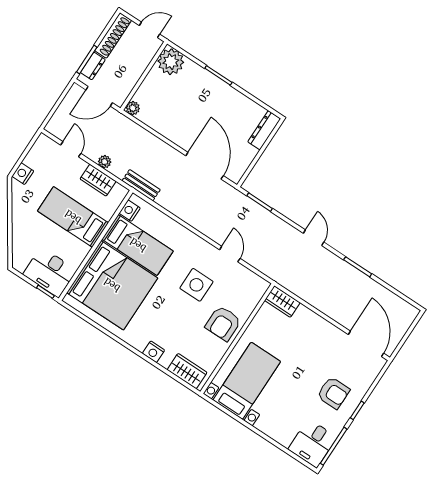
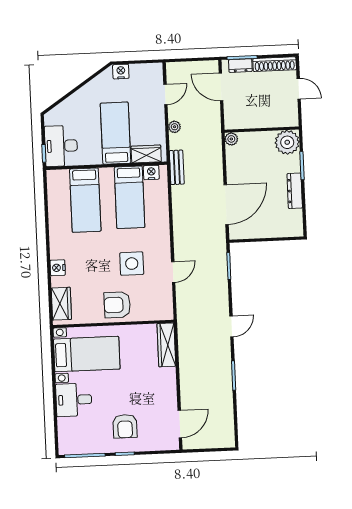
plant: (171, 62) -> (287, 142), moved
wall: (144, 76) -> (262, 130), moved
plant: (133, 108) -> (231, 139), moved
dresser: (264, 130) -> (295, 191), moved, turned -90
wardrobe: (98, 180) -> (146, 154), moved, turned 90
bed: (112, 285) -> (85, 200), width x0.49
wardrobe: (282, 302) -> (166, 345), width x1.50
door: (366, 344) -> (180, 424), width x0.73
desk: (313, 443) -> (74, 400), moved

